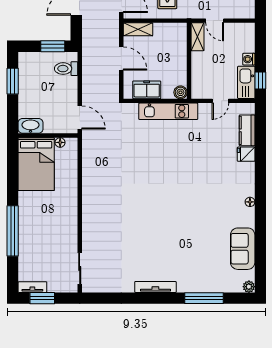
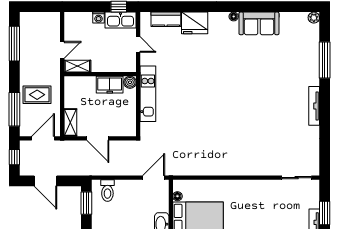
door: (121, 58) -> (98, 138), swing flipped
freezer: (147, 90) -> (110, 85), moved, turned -90
fridge: (246, 154) -> (195, 23), width x1.88, depth x1.34
sofa: (243, 249) -> (259, 23), moved

